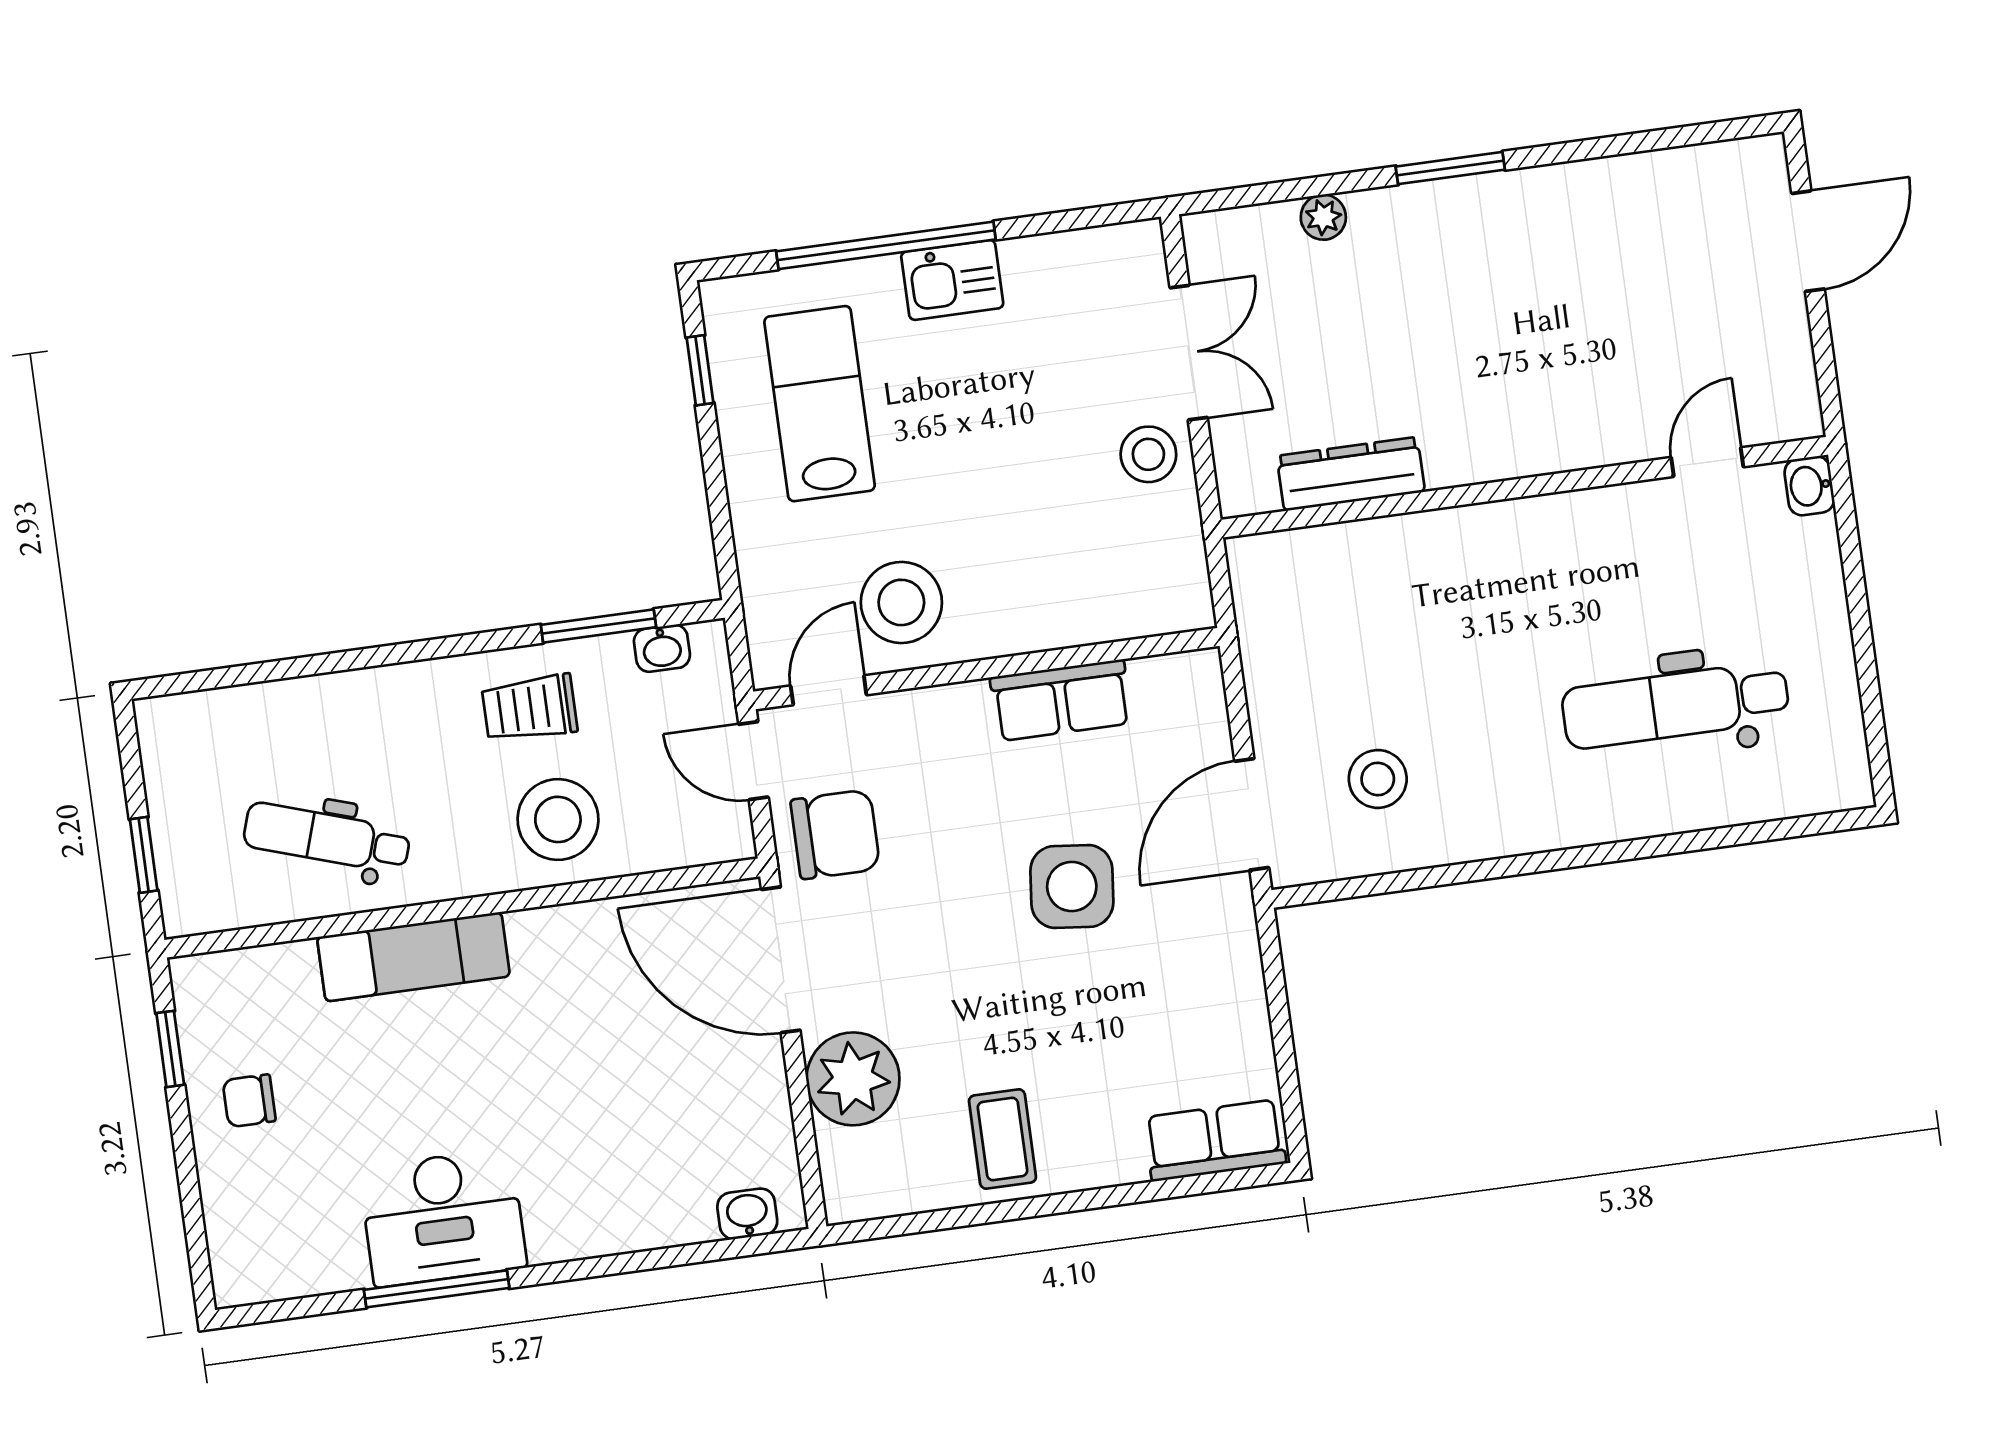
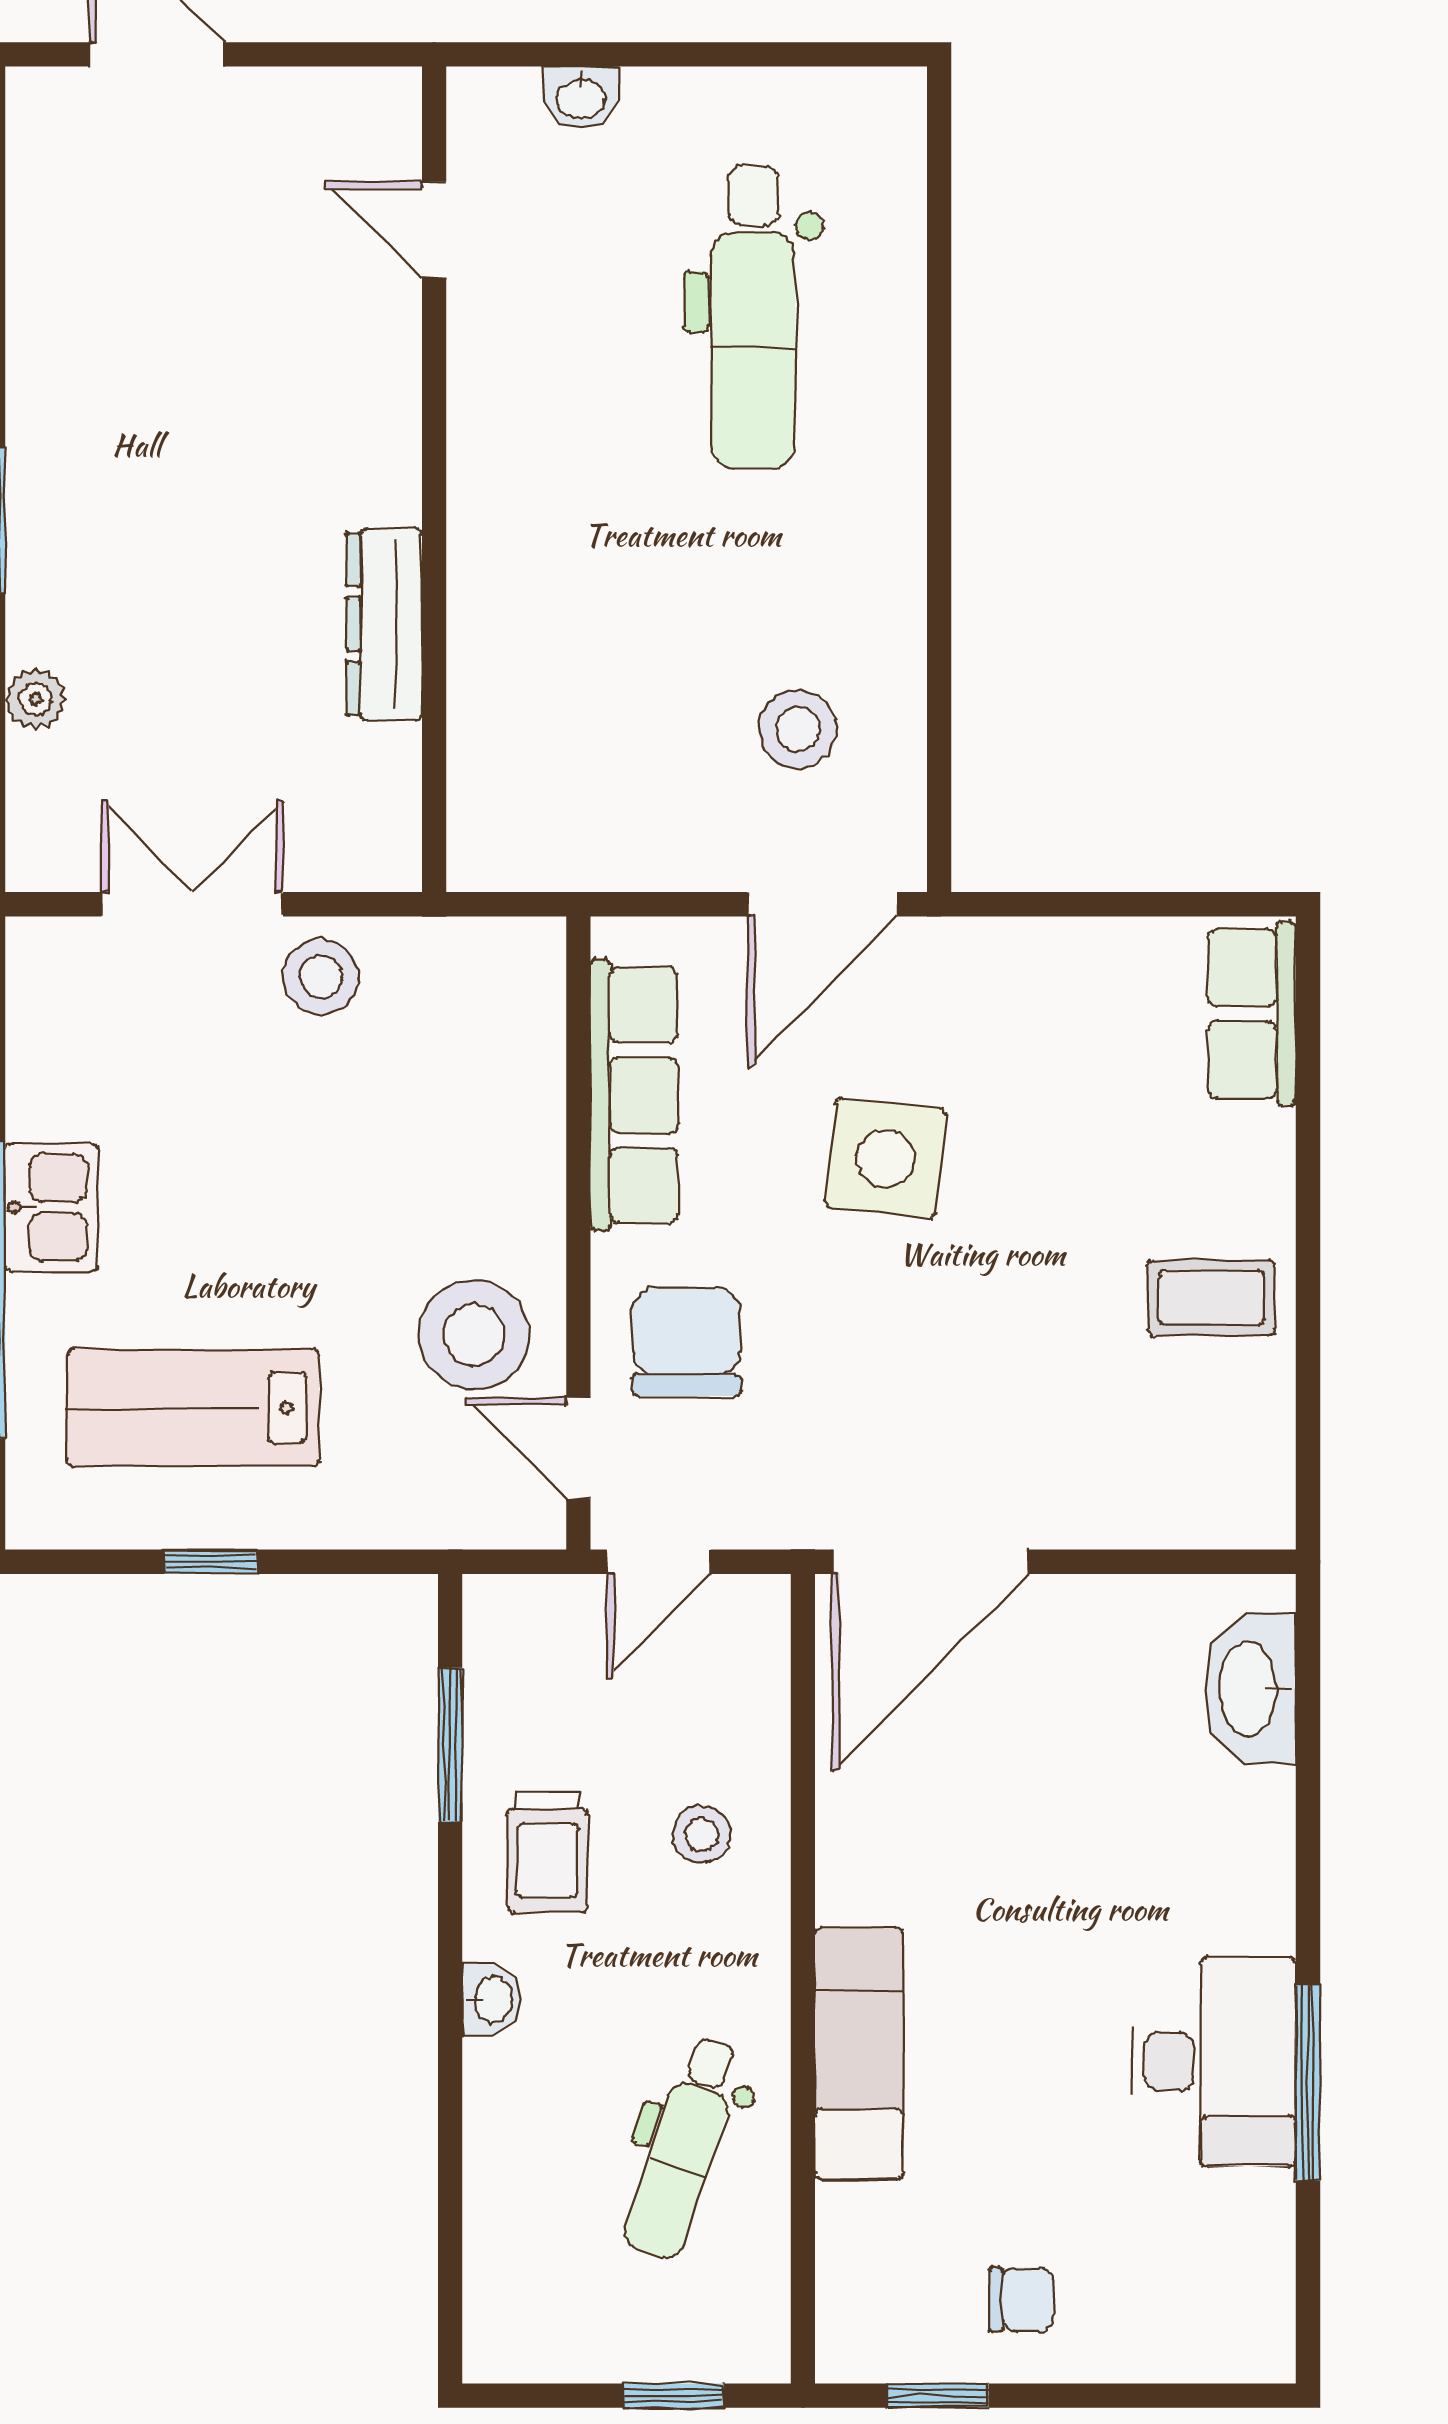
window: (700, 370) -> (211, 1562), moved
dresser: (1351, 474) -> (384, 624), moved
washbasin: (1809, 486) -> (581, 97), moved
washbasin: (662, 648) -> (492, 2000), moved
row of seats: (1061, 700) -> (634, 1095), width x1.48
door: (1252, 814) -> (822, 904), hinge flipped
stool: (558, 819) -> (702, 1834), width x0.53, depth x0.53
chair: (835, 834) -> (686, 1341), moved
plant: (853, 1079) -> (1103, 1487), removed
chair: (249, 1101) -> (1022, 2300), turned -90
washbasin: (747, 1214) -> (1250, 1689), width x1.91, depth x1.45

